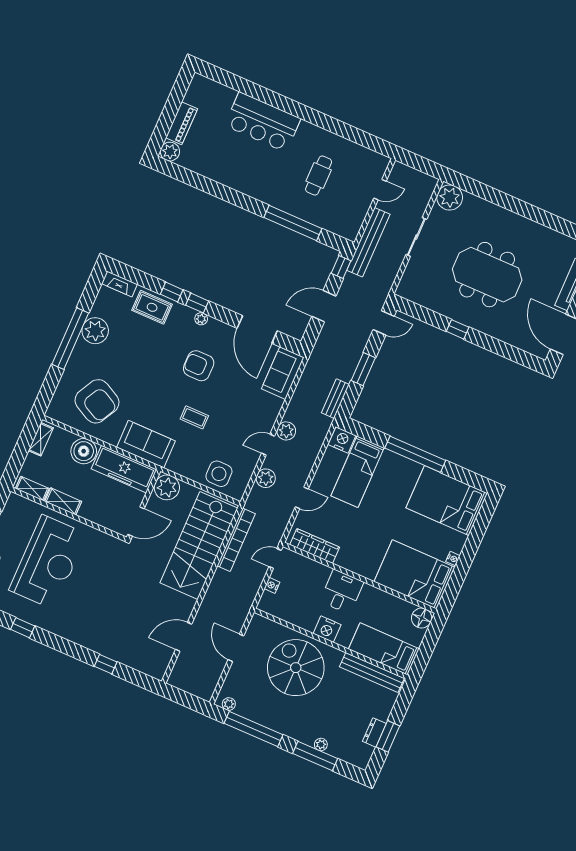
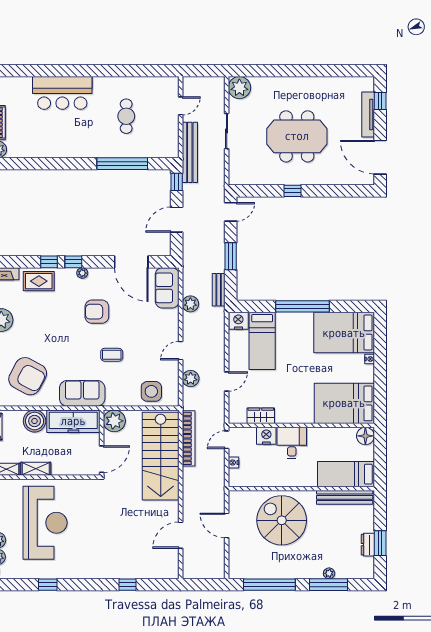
plant: (286, 431) -> (190, 304), moved
wardrobe: (315, 546) -> (261, 416), width x0.67
nightstand: (453, 559) -> (370, 359), moved
nightstand: (327, 629) -> (266, 436), moved, turned 180
plant: (229, 704) -> (241, 573), removed

